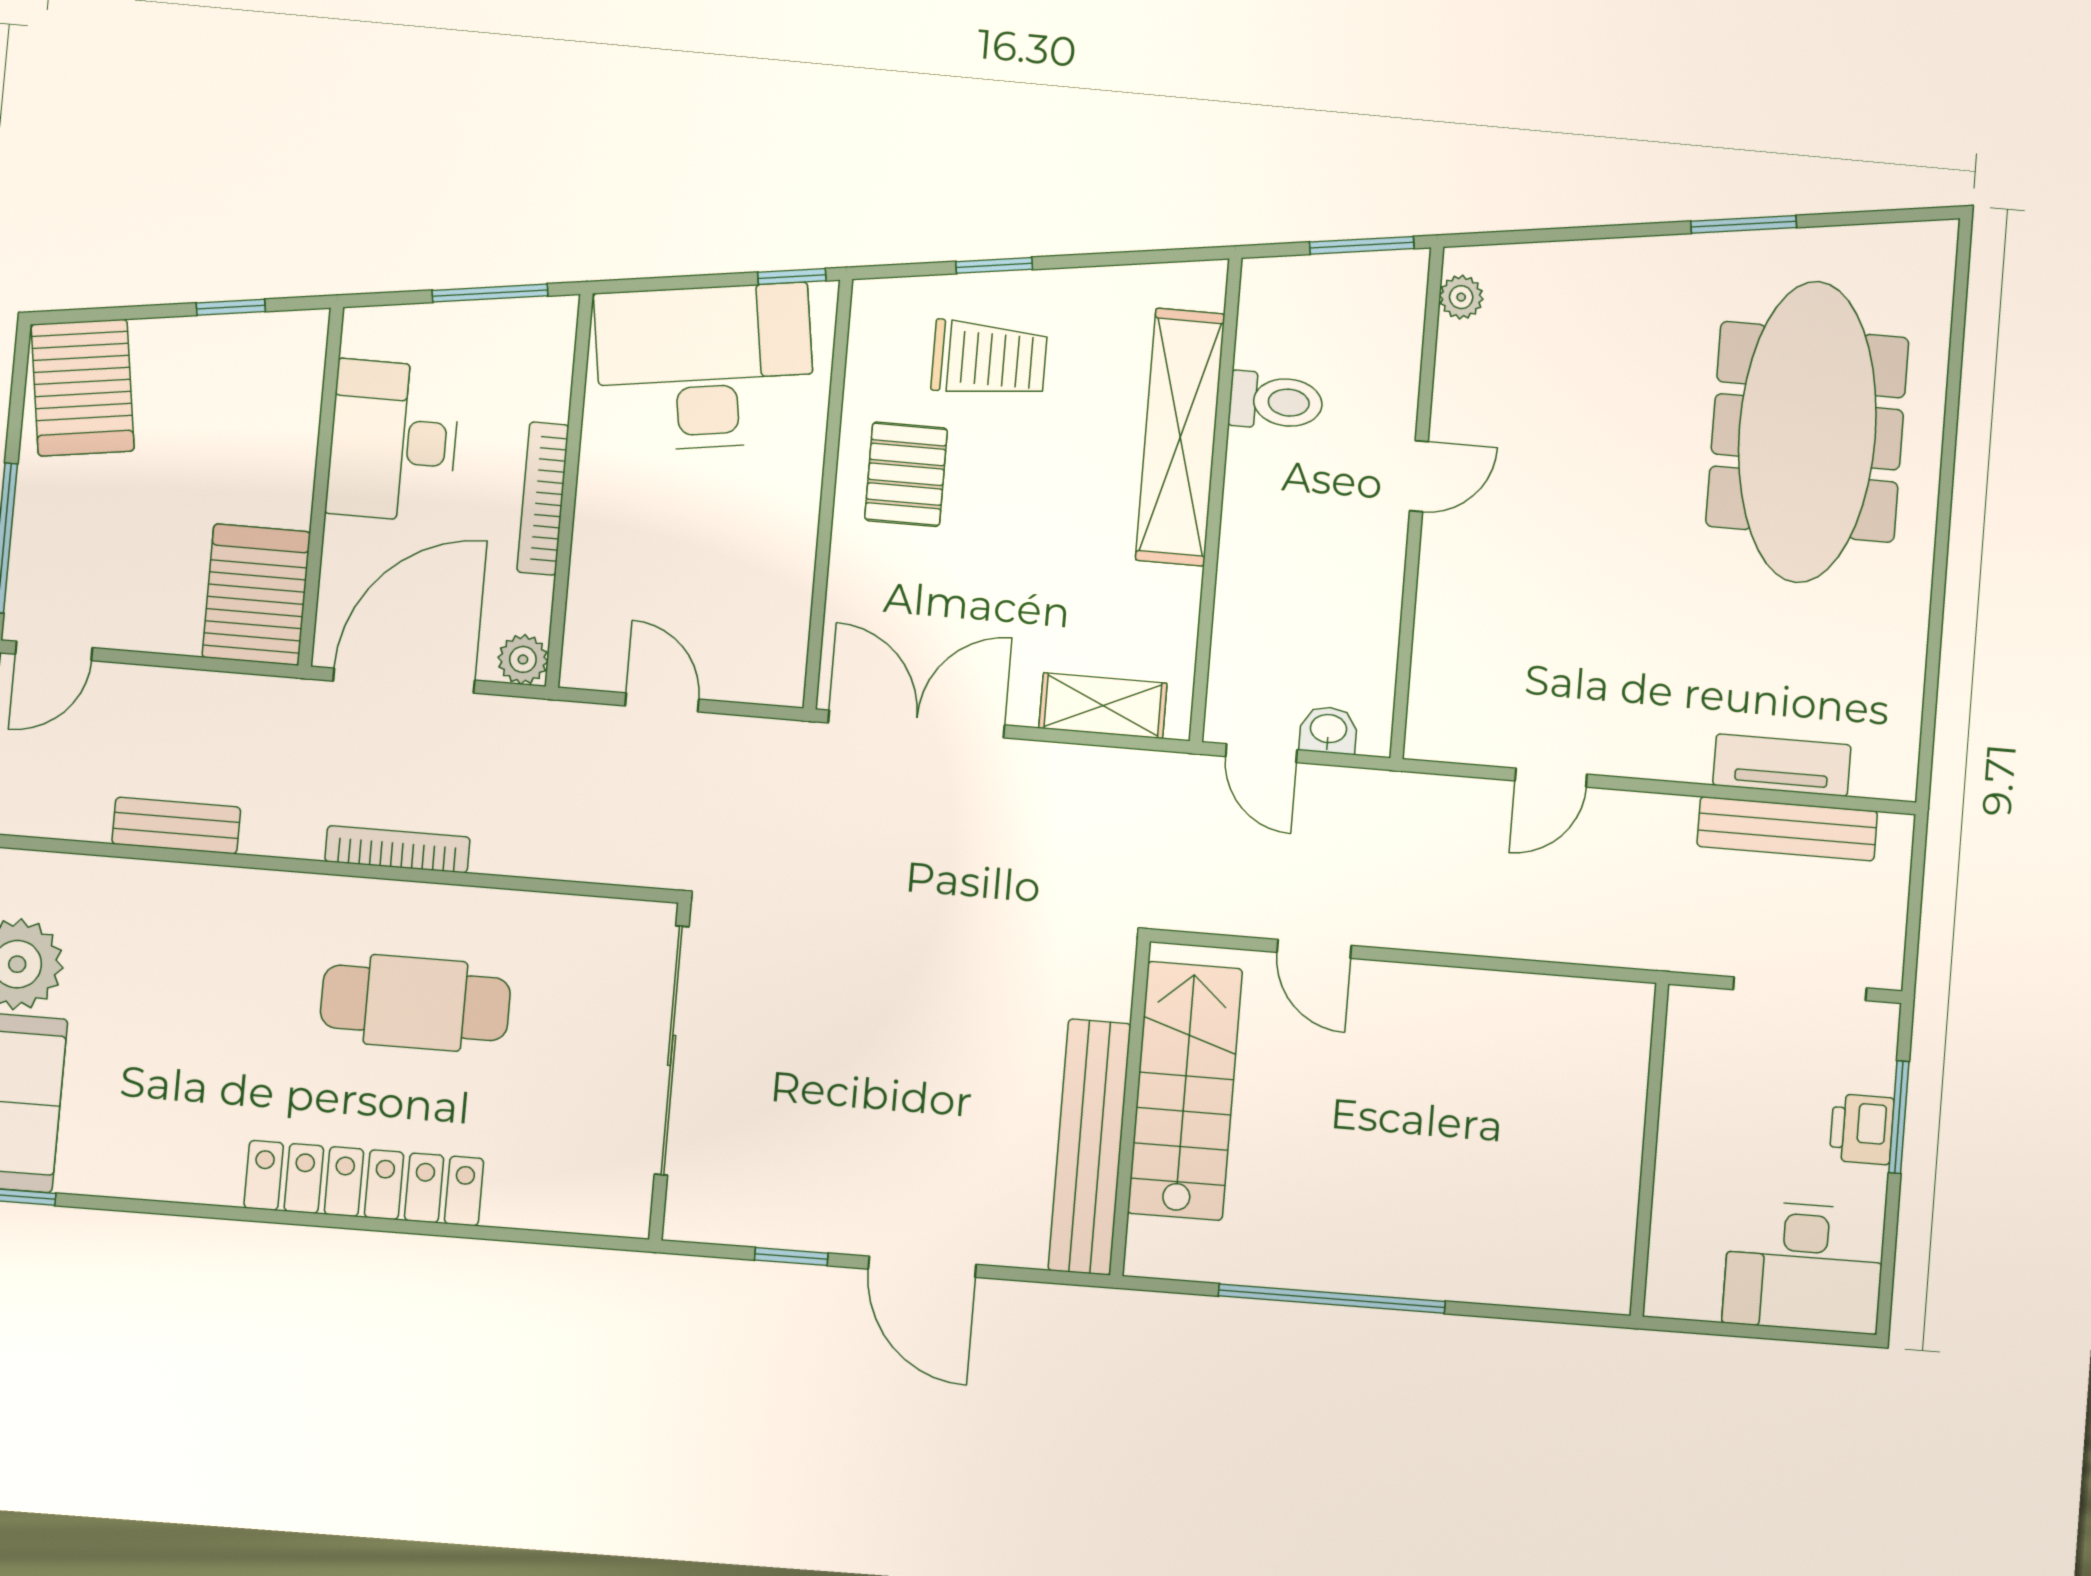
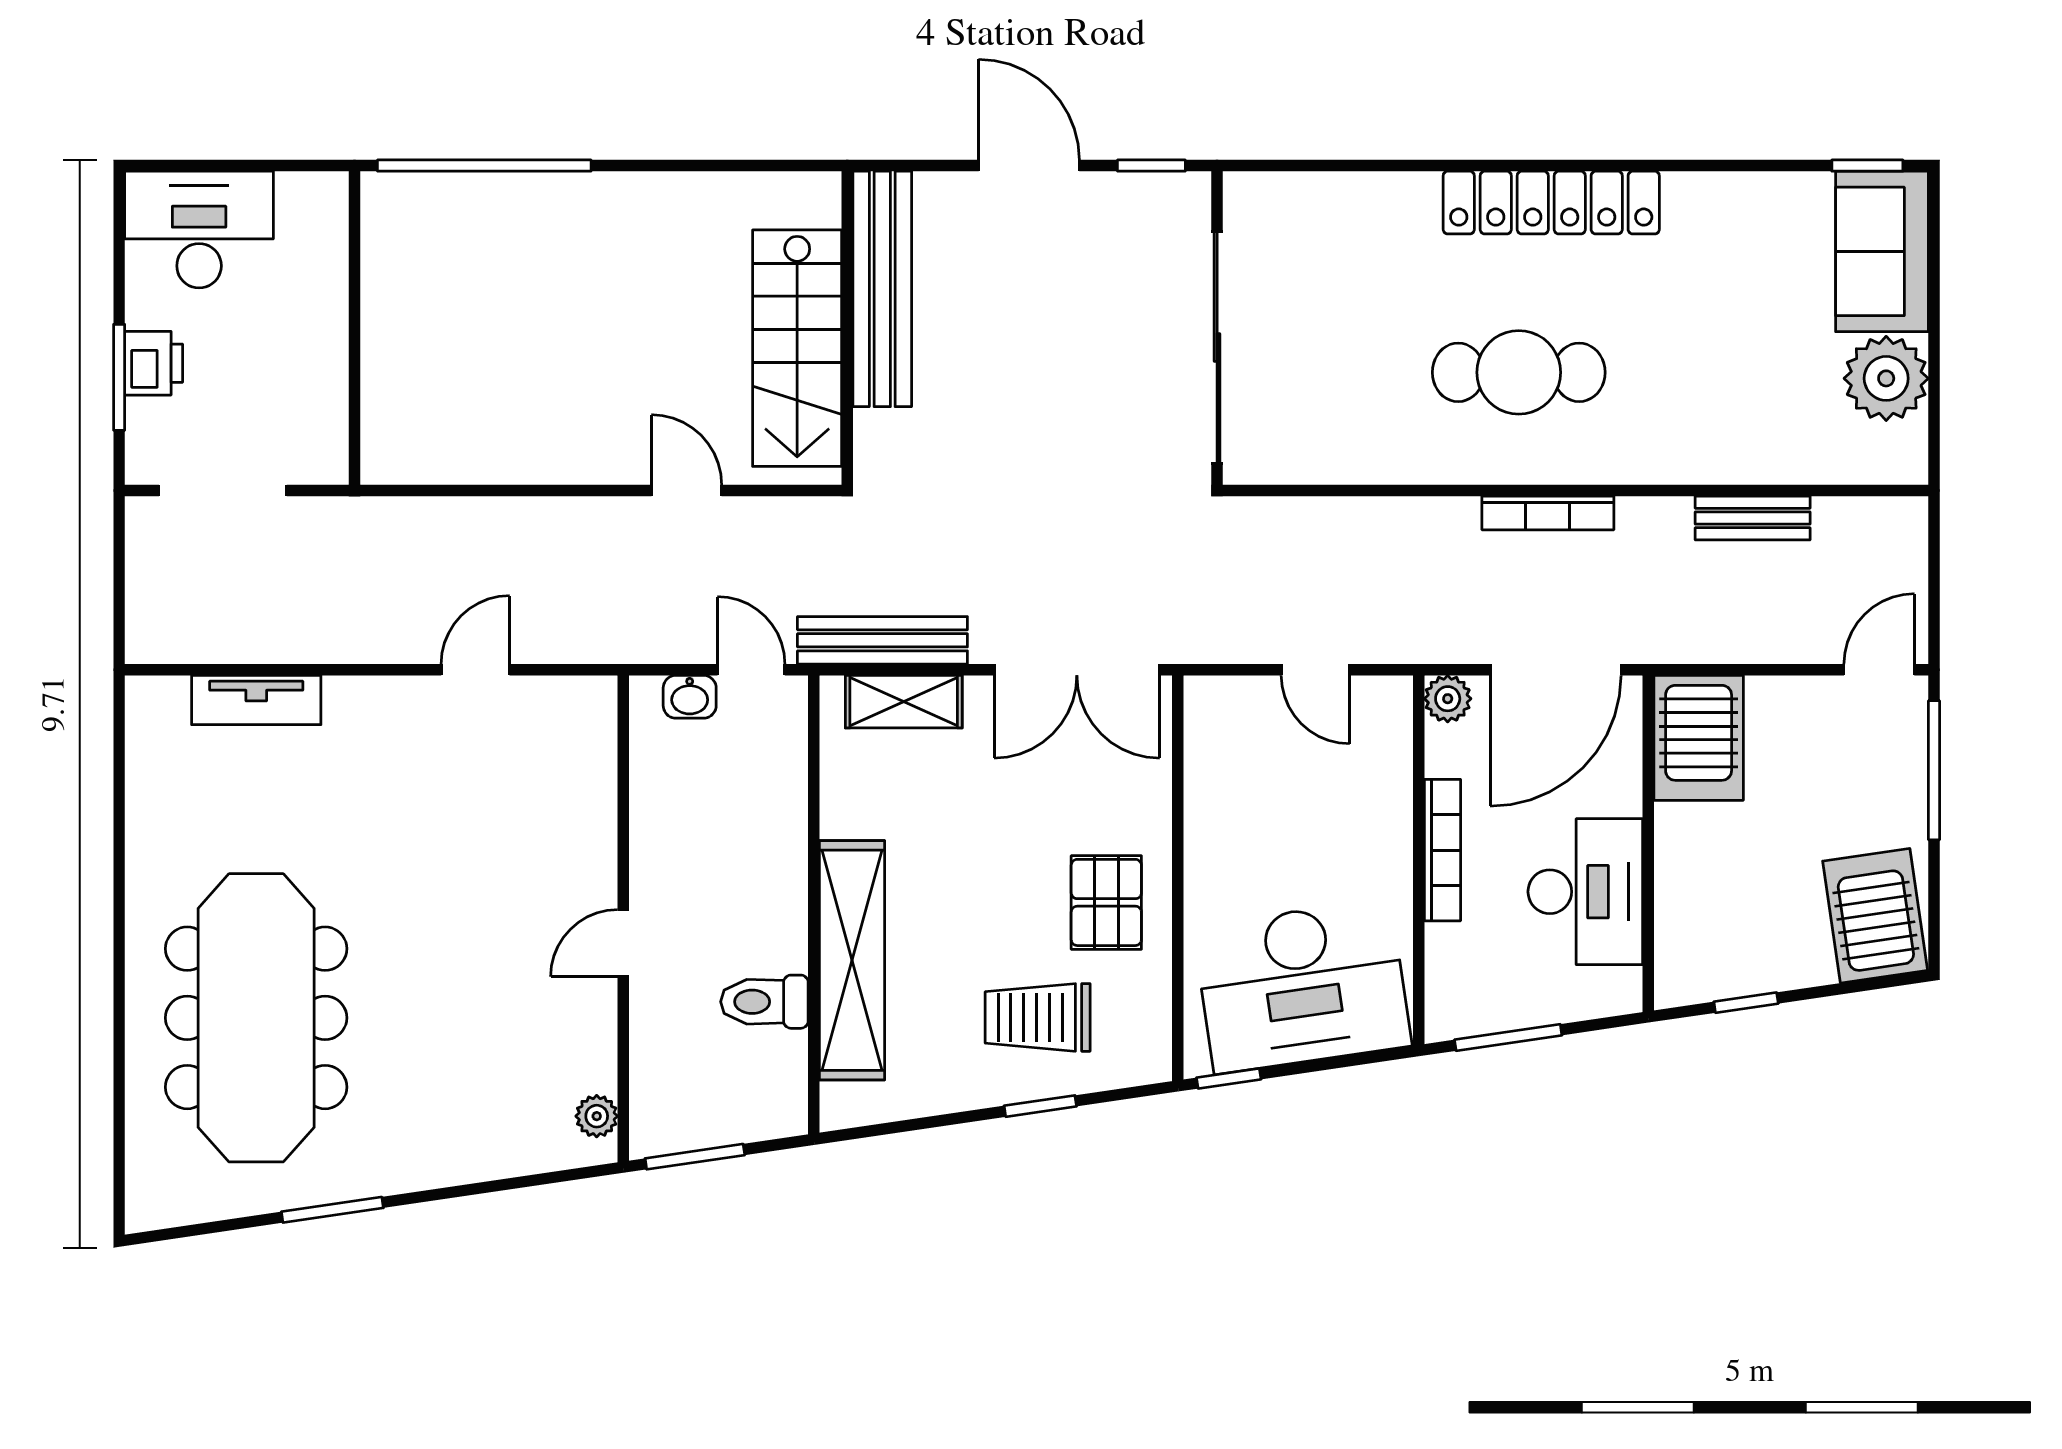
bench: (1787, 829) -> (882, 640), moved
sliding door: (672, 1050) -> (1217, 347), moved
wall: (670, 1071) -> (1217, 328), moved
window: (1332, 1299) -> (484, 166), moved

